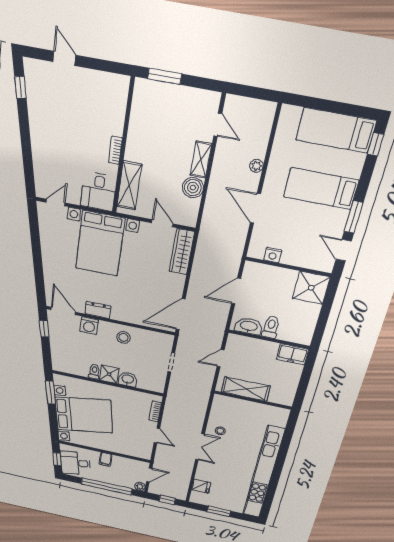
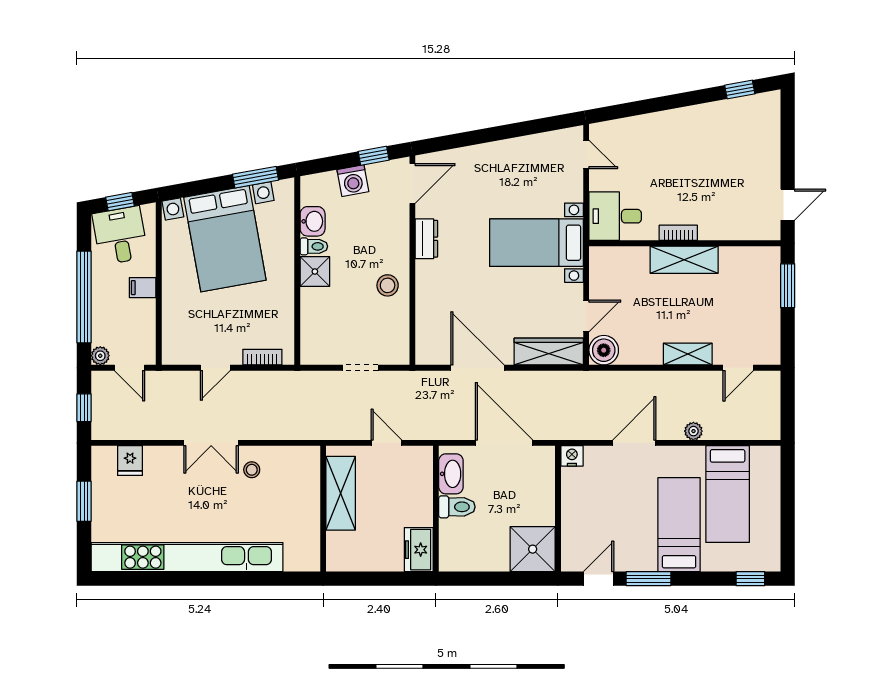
door: (64, 58) -> (788, 205), moved
bed: (336, 130) -> (728, 494), moved, turned 180
shelving: (129, 185) -> (684, 260), moved
boiler: (193, 188) -> (604, 350), moved
bed with nightstands: (100, 243) -> (536, 243), width x0.73
nightstand: (273, 255) -> (572, 456), moved, turned 90
door: (236, 291) -> (504, 443), width x1.36
door: (181, 314) -> (477, 368), moved
washing machine: (89, 326) -> (353, 181), moved, turned -100
washbasin: (128, 379) -> (313, 221), moved

